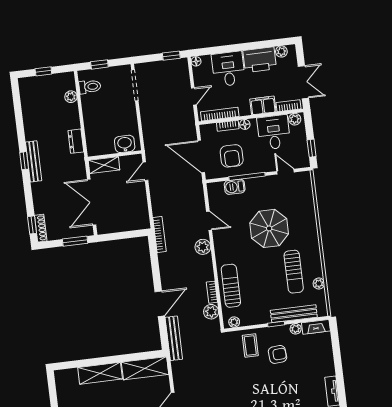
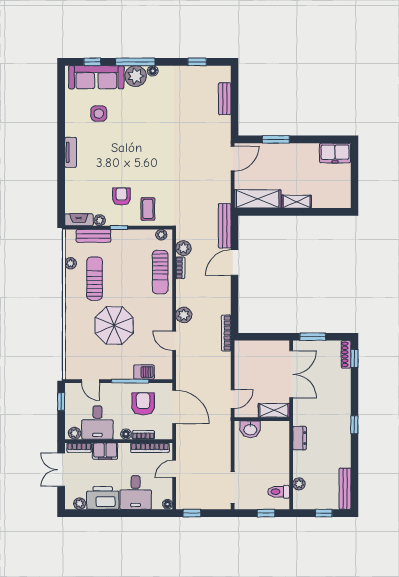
bench: (34, 161) -> (345, 489), moved
bench: (294, 314) -> (93, 236), width x0.73
armchair: (277, 354) -> (121, 196), turned 94
shelving: (100, 373) -> (297, 202), width x0.67, depth x0.75

